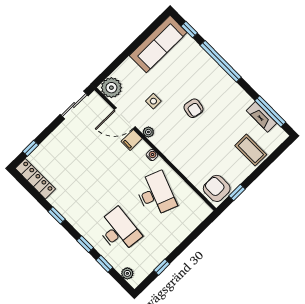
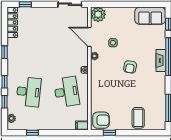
sofa: (158, 44) -> (150, 16), width x0.73
fireplace: (262, 117) -> (161, 61), moved
filing cabinet: (132, 140) -> (82, 125), moved
armchair: (217, 188) -> (101, 120), turned 90
desk: (156, 194) -> (67, 92), turned -30

